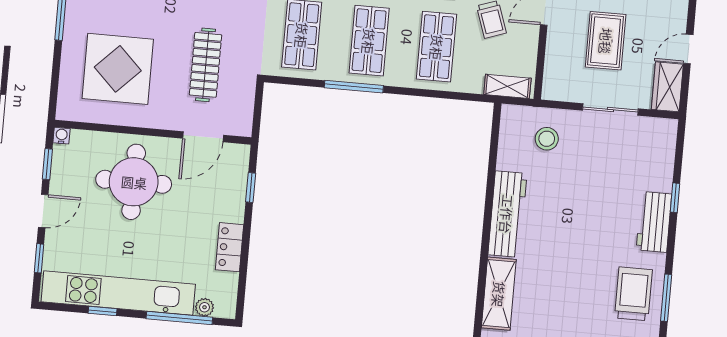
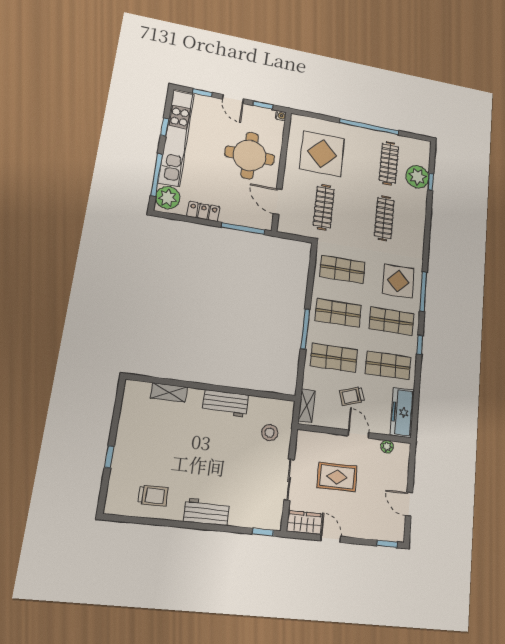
clothes rail: (206, 65) -> (324, 207), turned 90
window: (354, 87) -> (305, 329), moved
window: (251, 187) -> (243, 229), width x2.17
window: (675, 198) -> (263, 532), moved
workbench: (507, 214) -> (225, 403), width x0.73
shelving: (499, 294) -> (169, 392), width x0.67, depth x0.75
trolley: (633, 294) -> (153, 496), width x0.73, depth x0.72
window: (666, 298) -> (148, 521), removed
plant: (204, 307) -> (168, 198), width x1.87, depth x1.87

